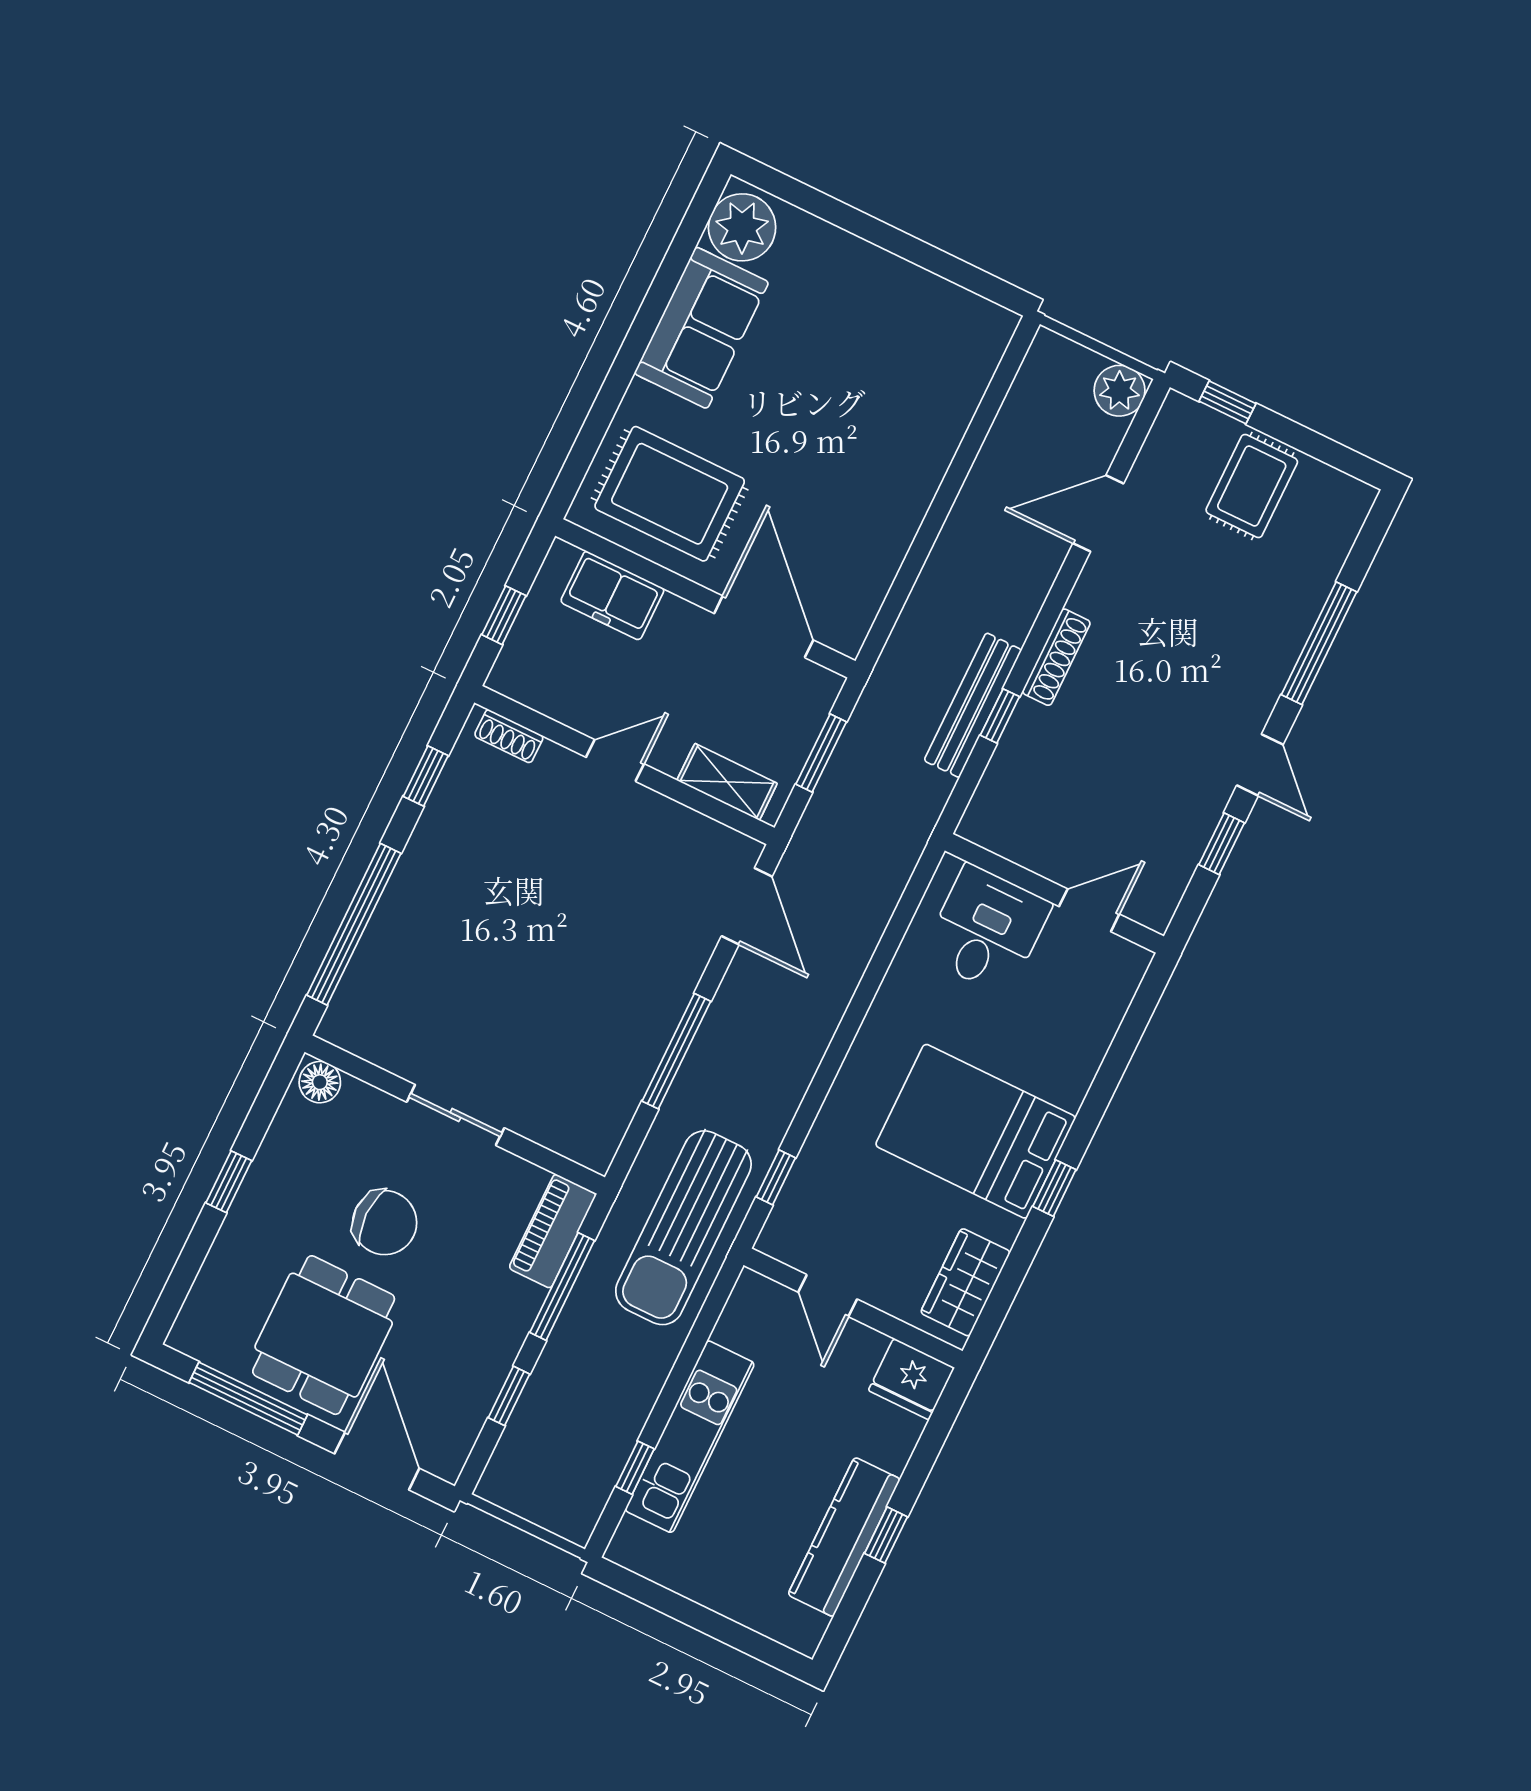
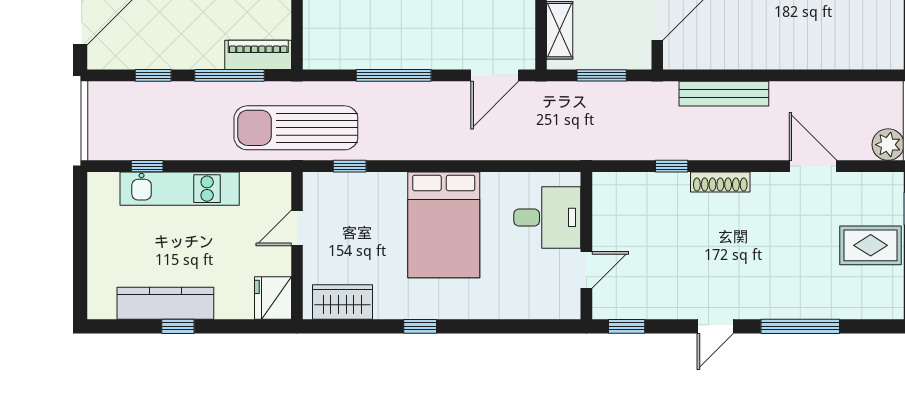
bench: (973, 705) -> (724, 94), moved
window: (1222, 844) -> (627, 326), moved
door: (1089, 910) -> (586, 270), hinge flipped
bed: (976, 1131) -> (444, 225), moved, turned 180

